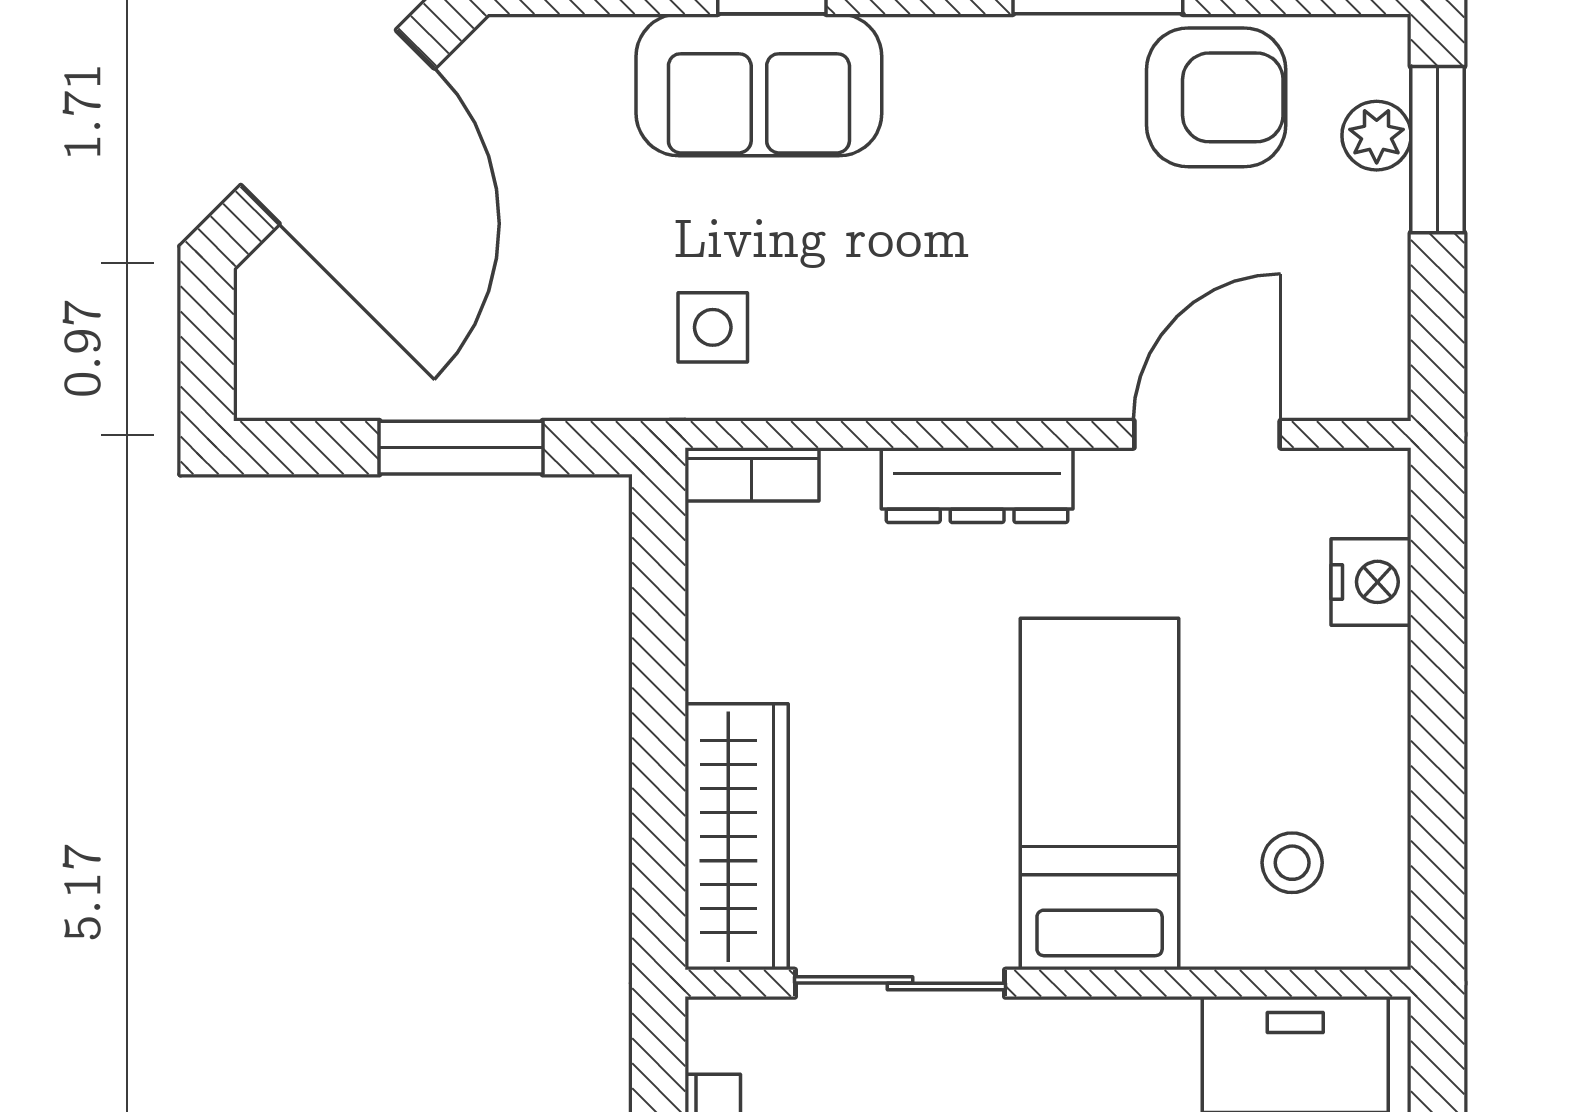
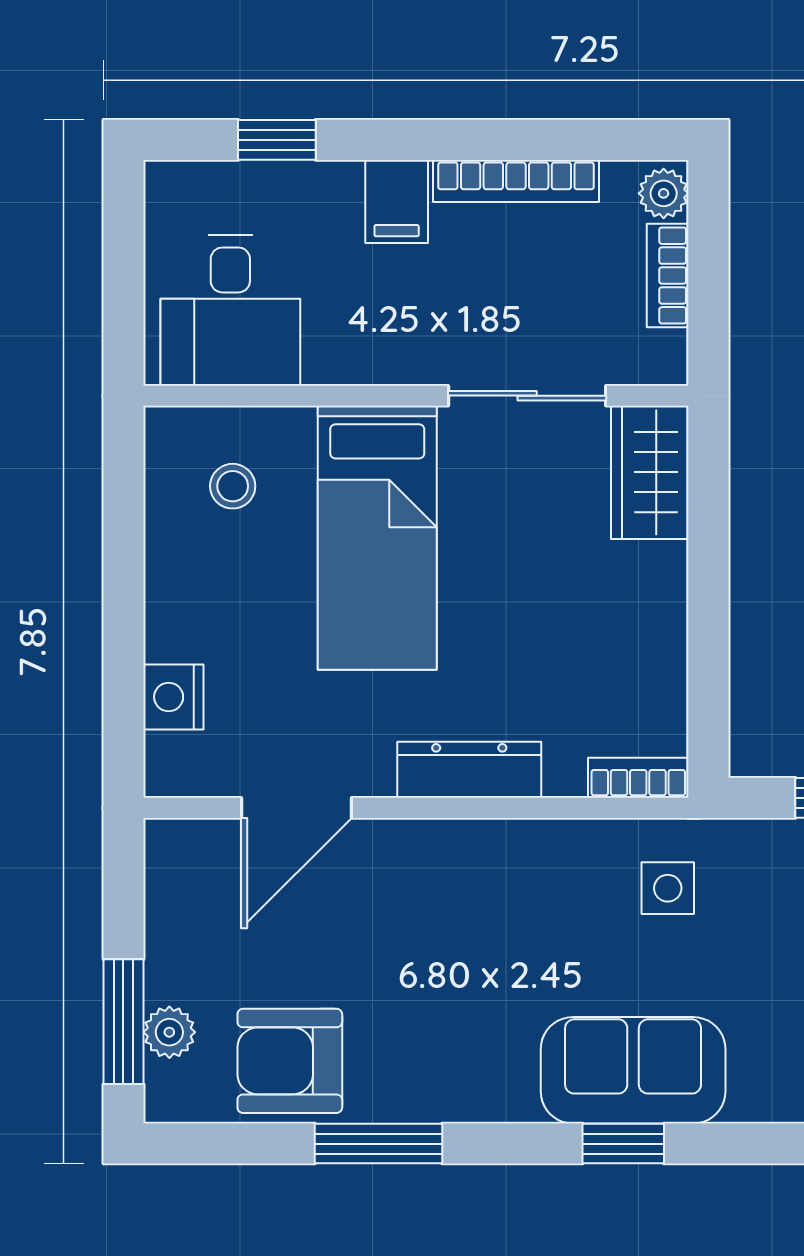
wardrobe: (737, 837) -> (650, 472), width x0.67

